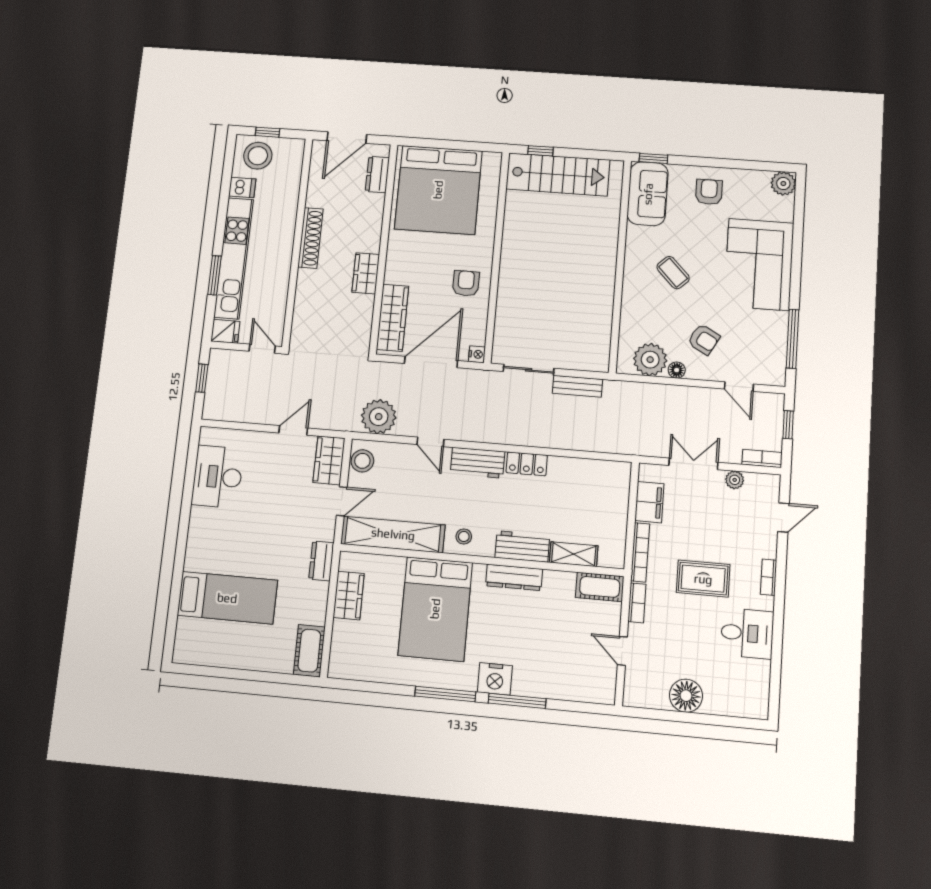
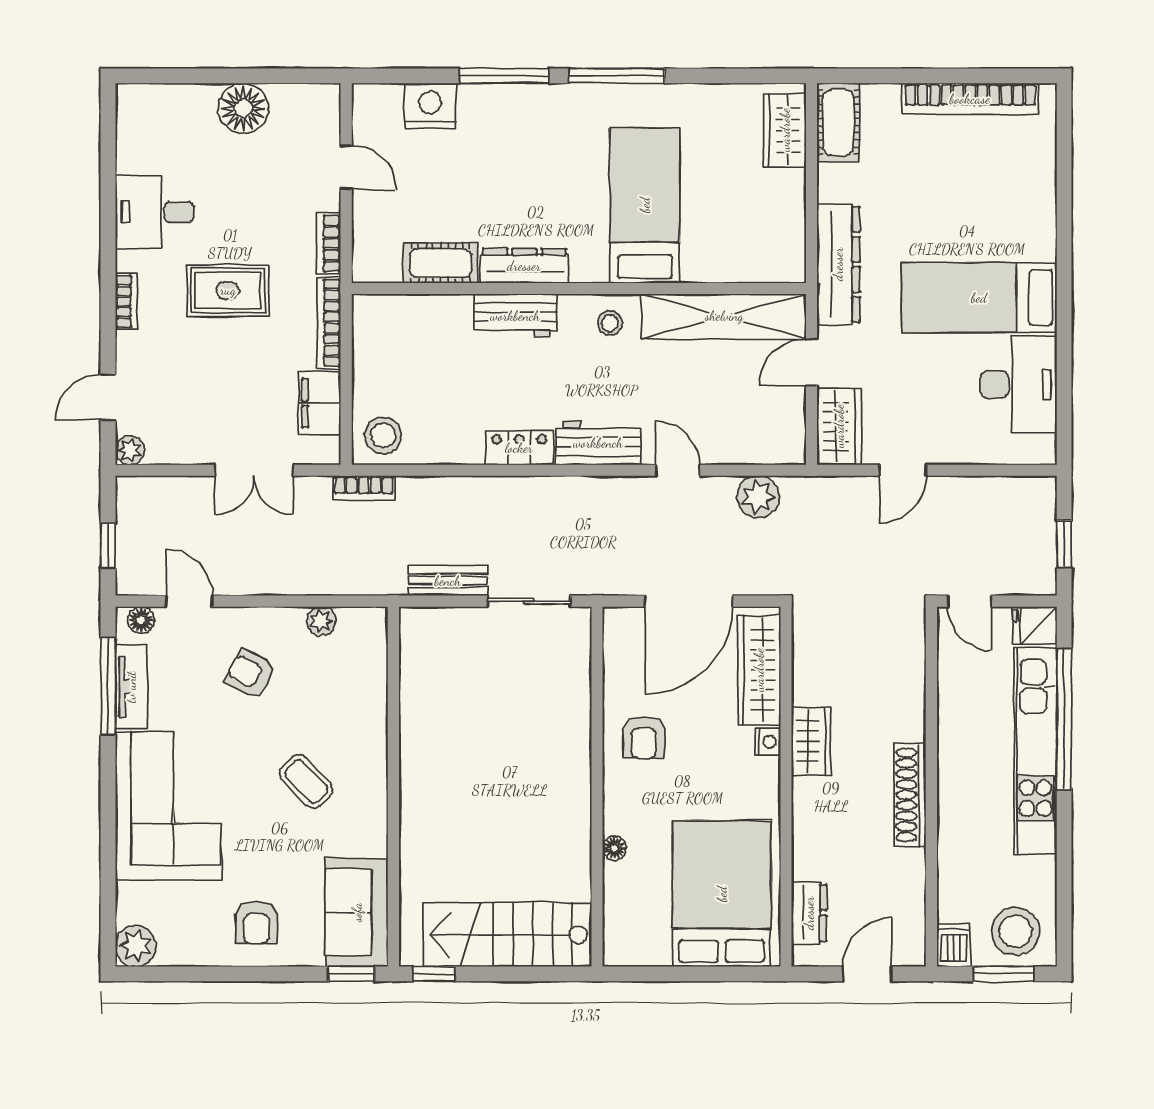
window: (268, 132) -> (1004, 974), width x1.50
door: (347, 138) -> (867, 974), width x0.73
window: (540, 151) -> (434, 974), moved
dishwasher: (242, 188) -> (954, 945), moved, turned 90
bed: (438, 190) -> (722, 894), width x0.73
floor lamp: (489, 220) -> (614, 848), added
window: (215, 275) -> (1064, 719), width x2.11
tv unit: (778, 337) -> (131, 687), added
nightstand: (477, 354) -> (768, 742), moved, turned 180
plant: (650, 360) -> (321, 621), width x0.53, depth x0.53
floor lamp: (677, 370) -> (141, 620), moved
plant: (379, 417) -> (758, 497), width x0.73, depth x0.73
bookcase: (762, 458) -> (364, 488), moved
stool: (362, 461) -> (383, 435), moved
plant: (735, 480) -> (130, 450), moved
shelving: (574, 554) -> (433, 311), removed
dresser: (321, 561) -> (838, 264), width x1.96, depth x1.24
cot: (600, 587) -> (441, 263), moved
wardrobe: (349, 595) -> (785, 130), moved
bed: (227, 598) -> (979, 298), moved
bed: (435, 609) -> (645, 205), width x0.67
bookcase: (226, 658) -> (970, 99), added
nightstand: (495, 679) -> (430, 106), moved

